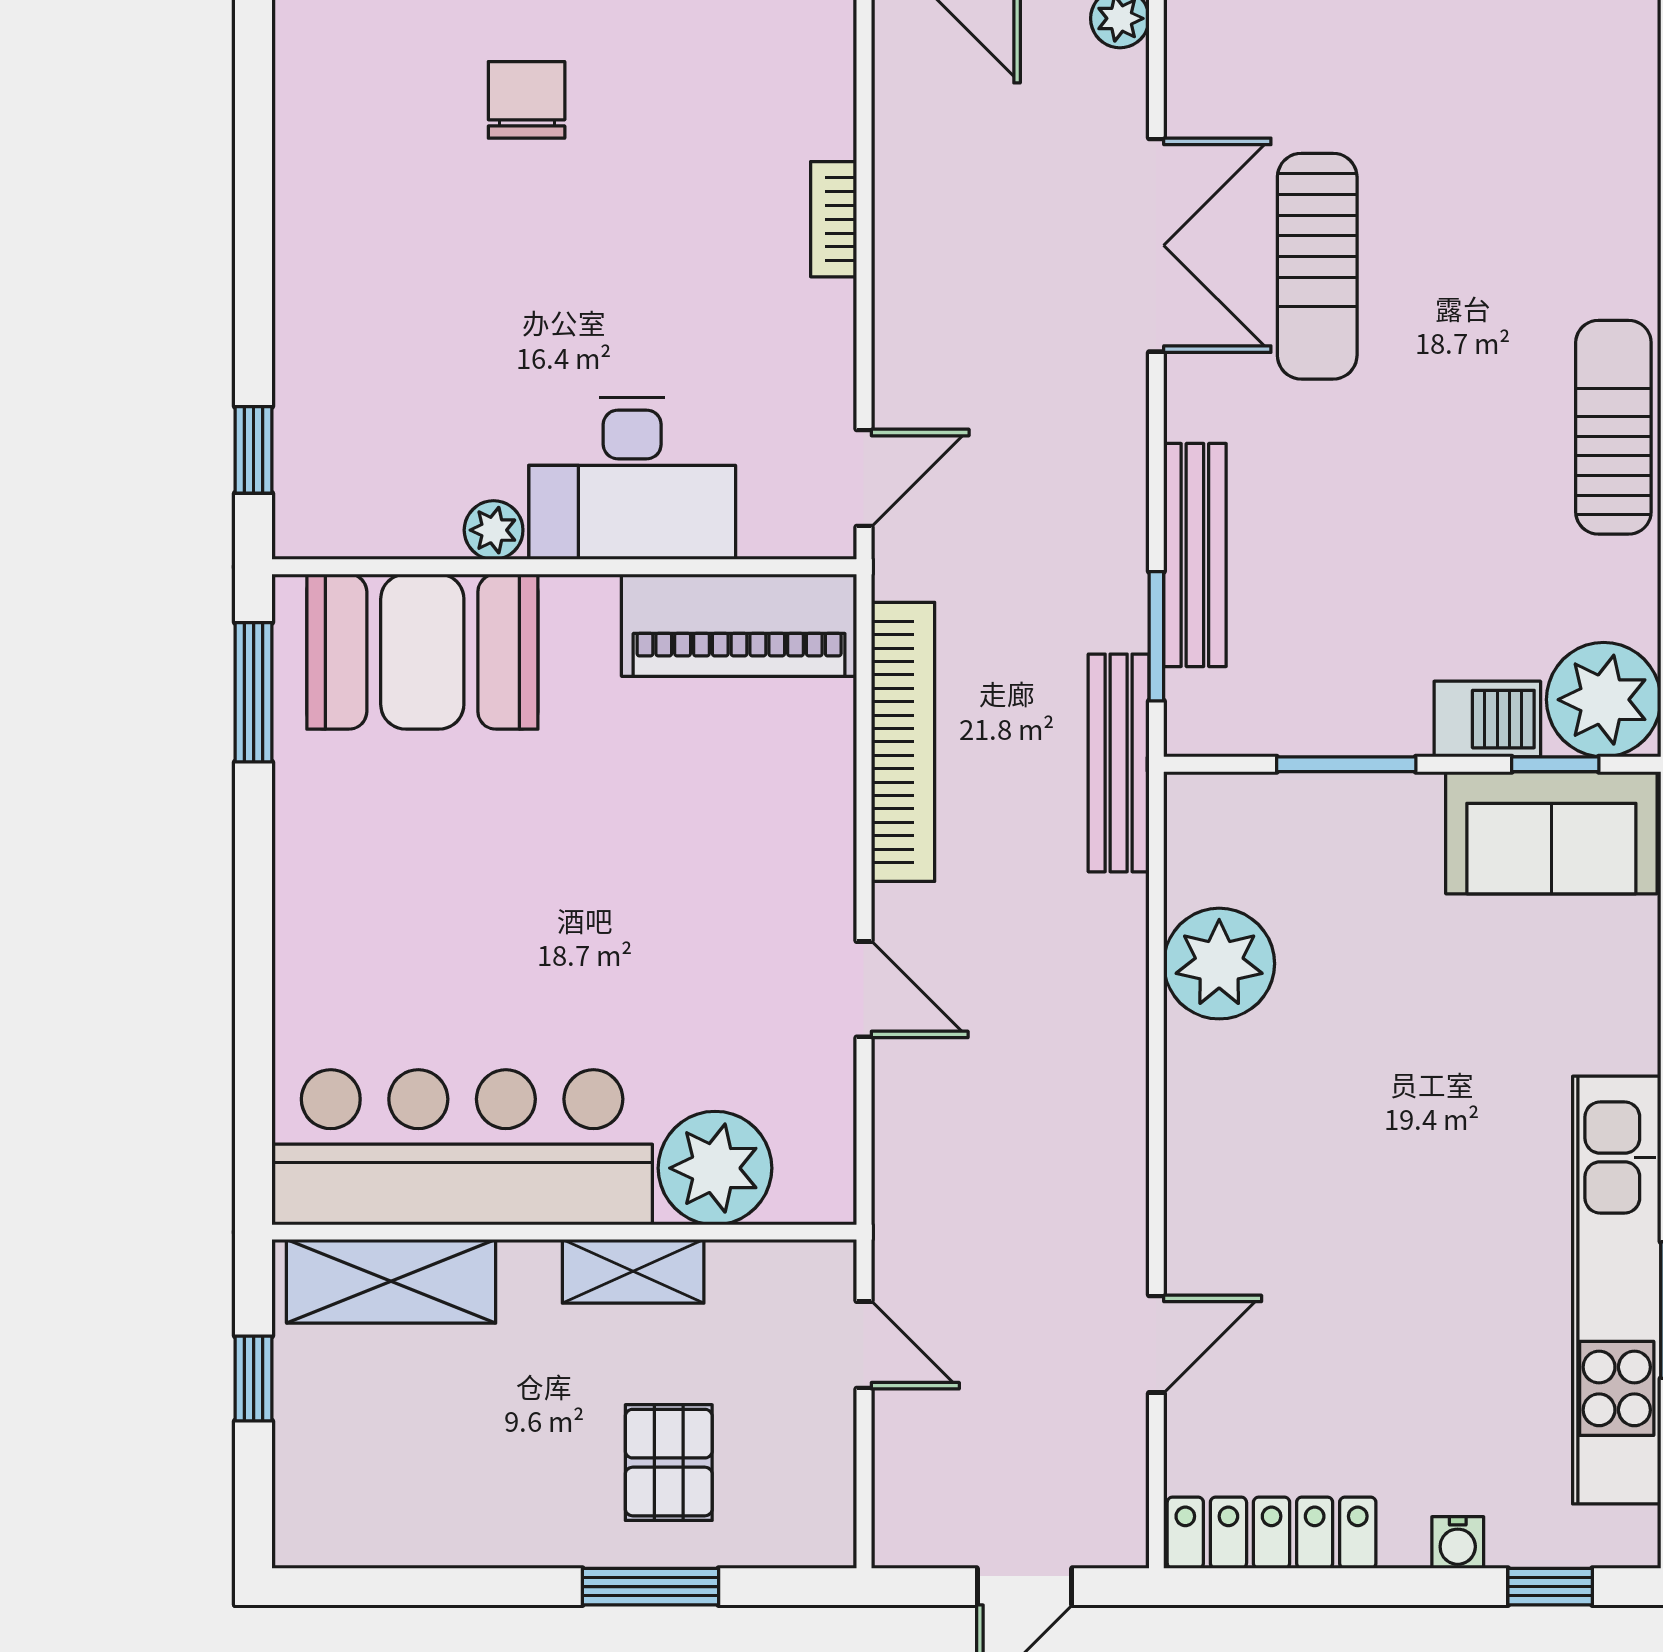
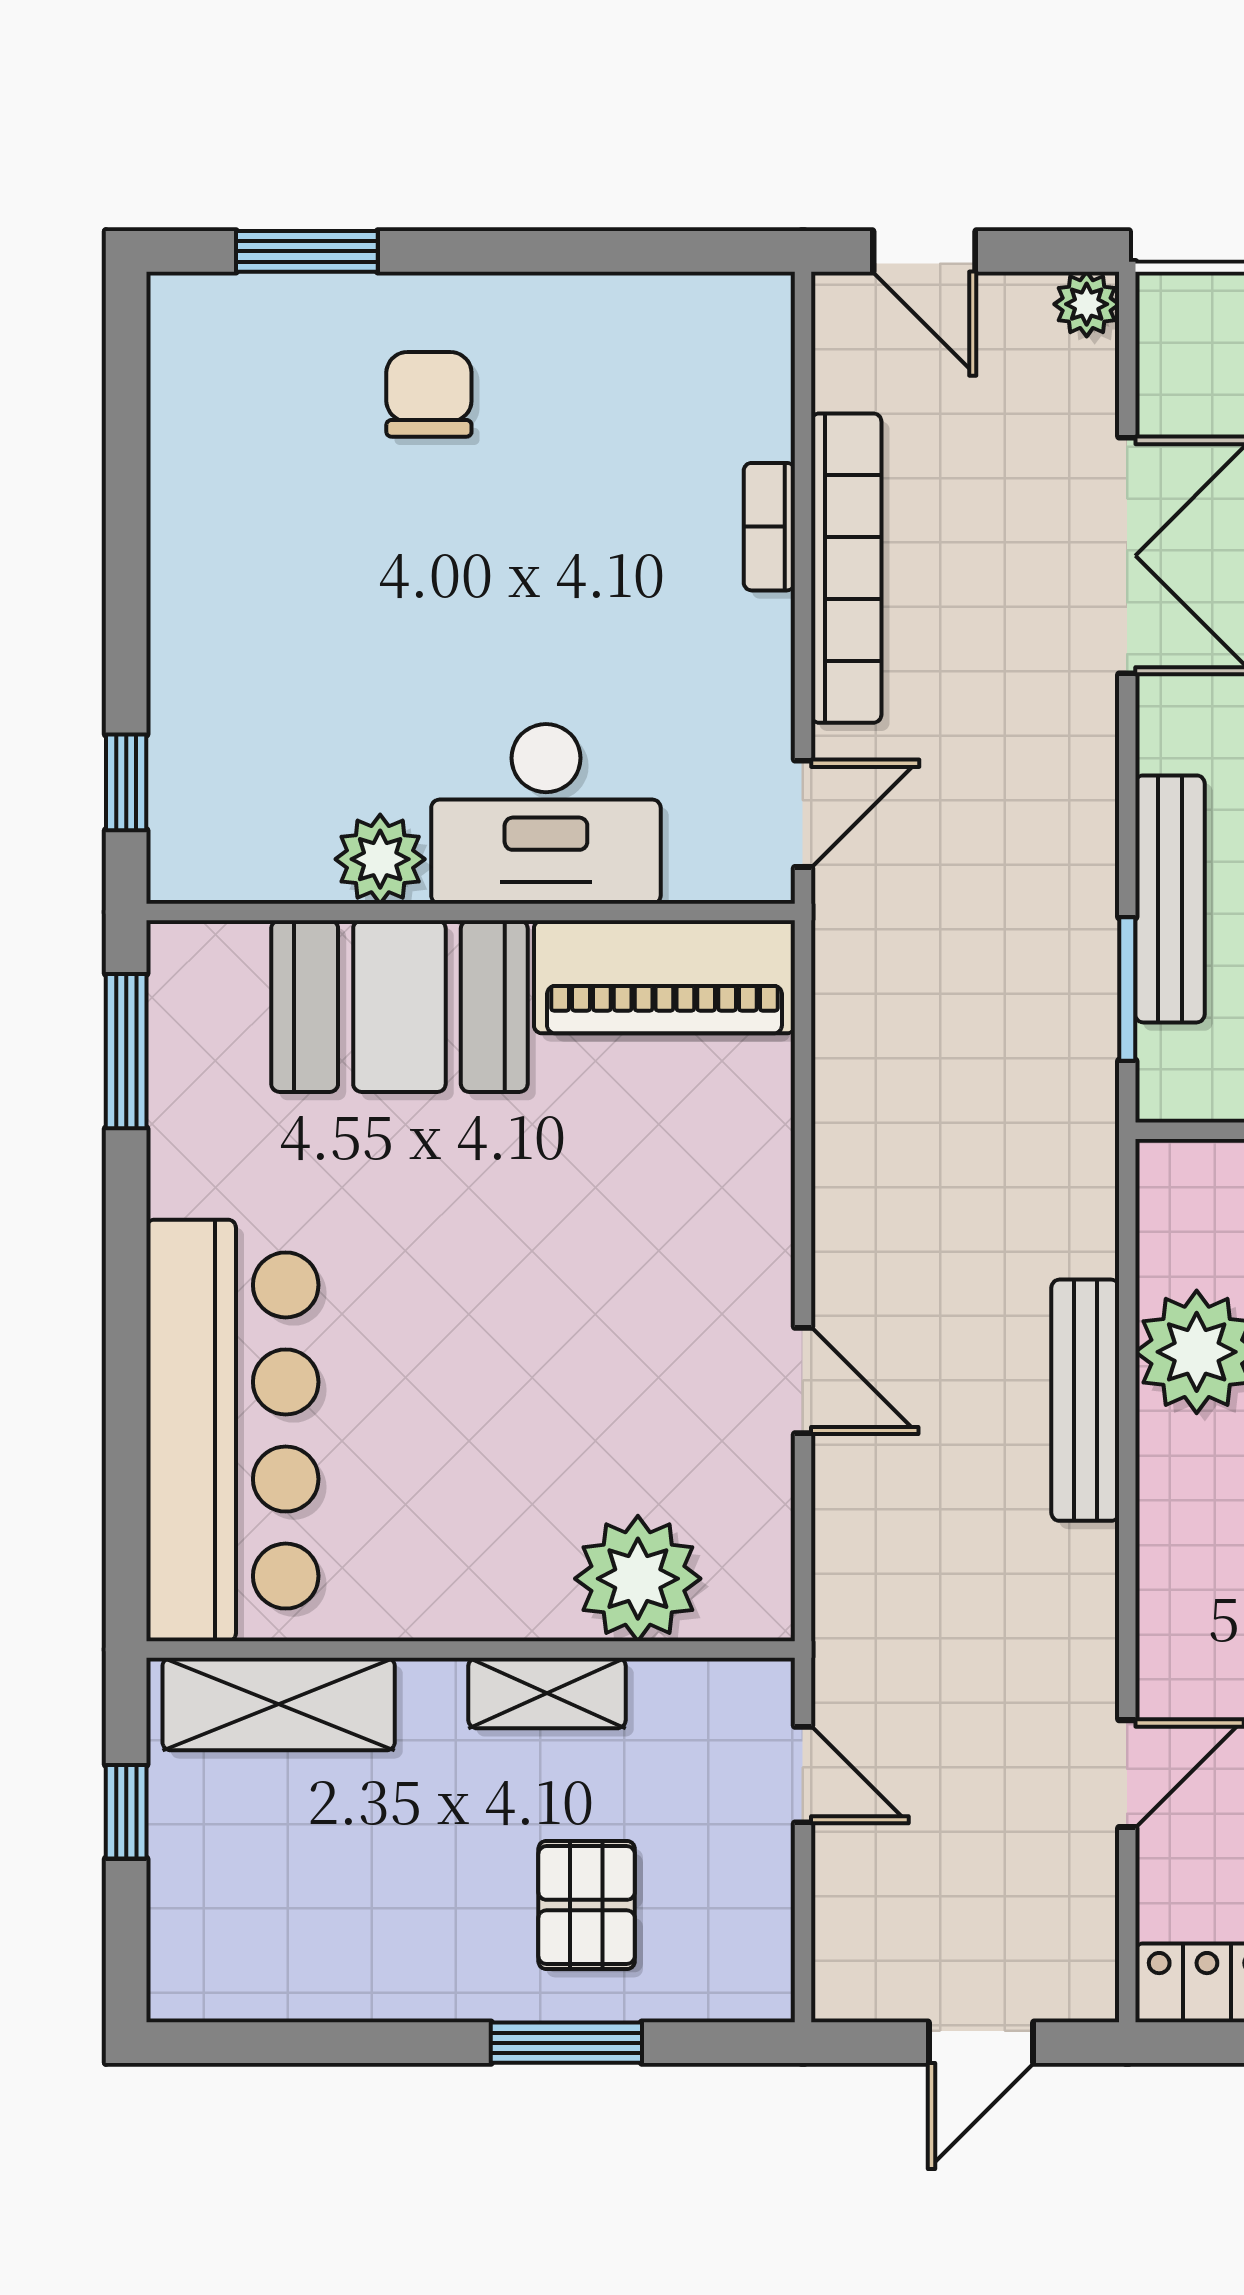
plant: (494, 530) -> (380, 859), width x1.38, depth x1.38
booth: (422, 652) -> (399, 1006), moved
bookcase: (903, 742) -> (846, 568), moved
bench: (1119, 763) -> (1085, 1400), moved
bar counter: (462, 1147) -> (232, 1431), moved, turned 90

